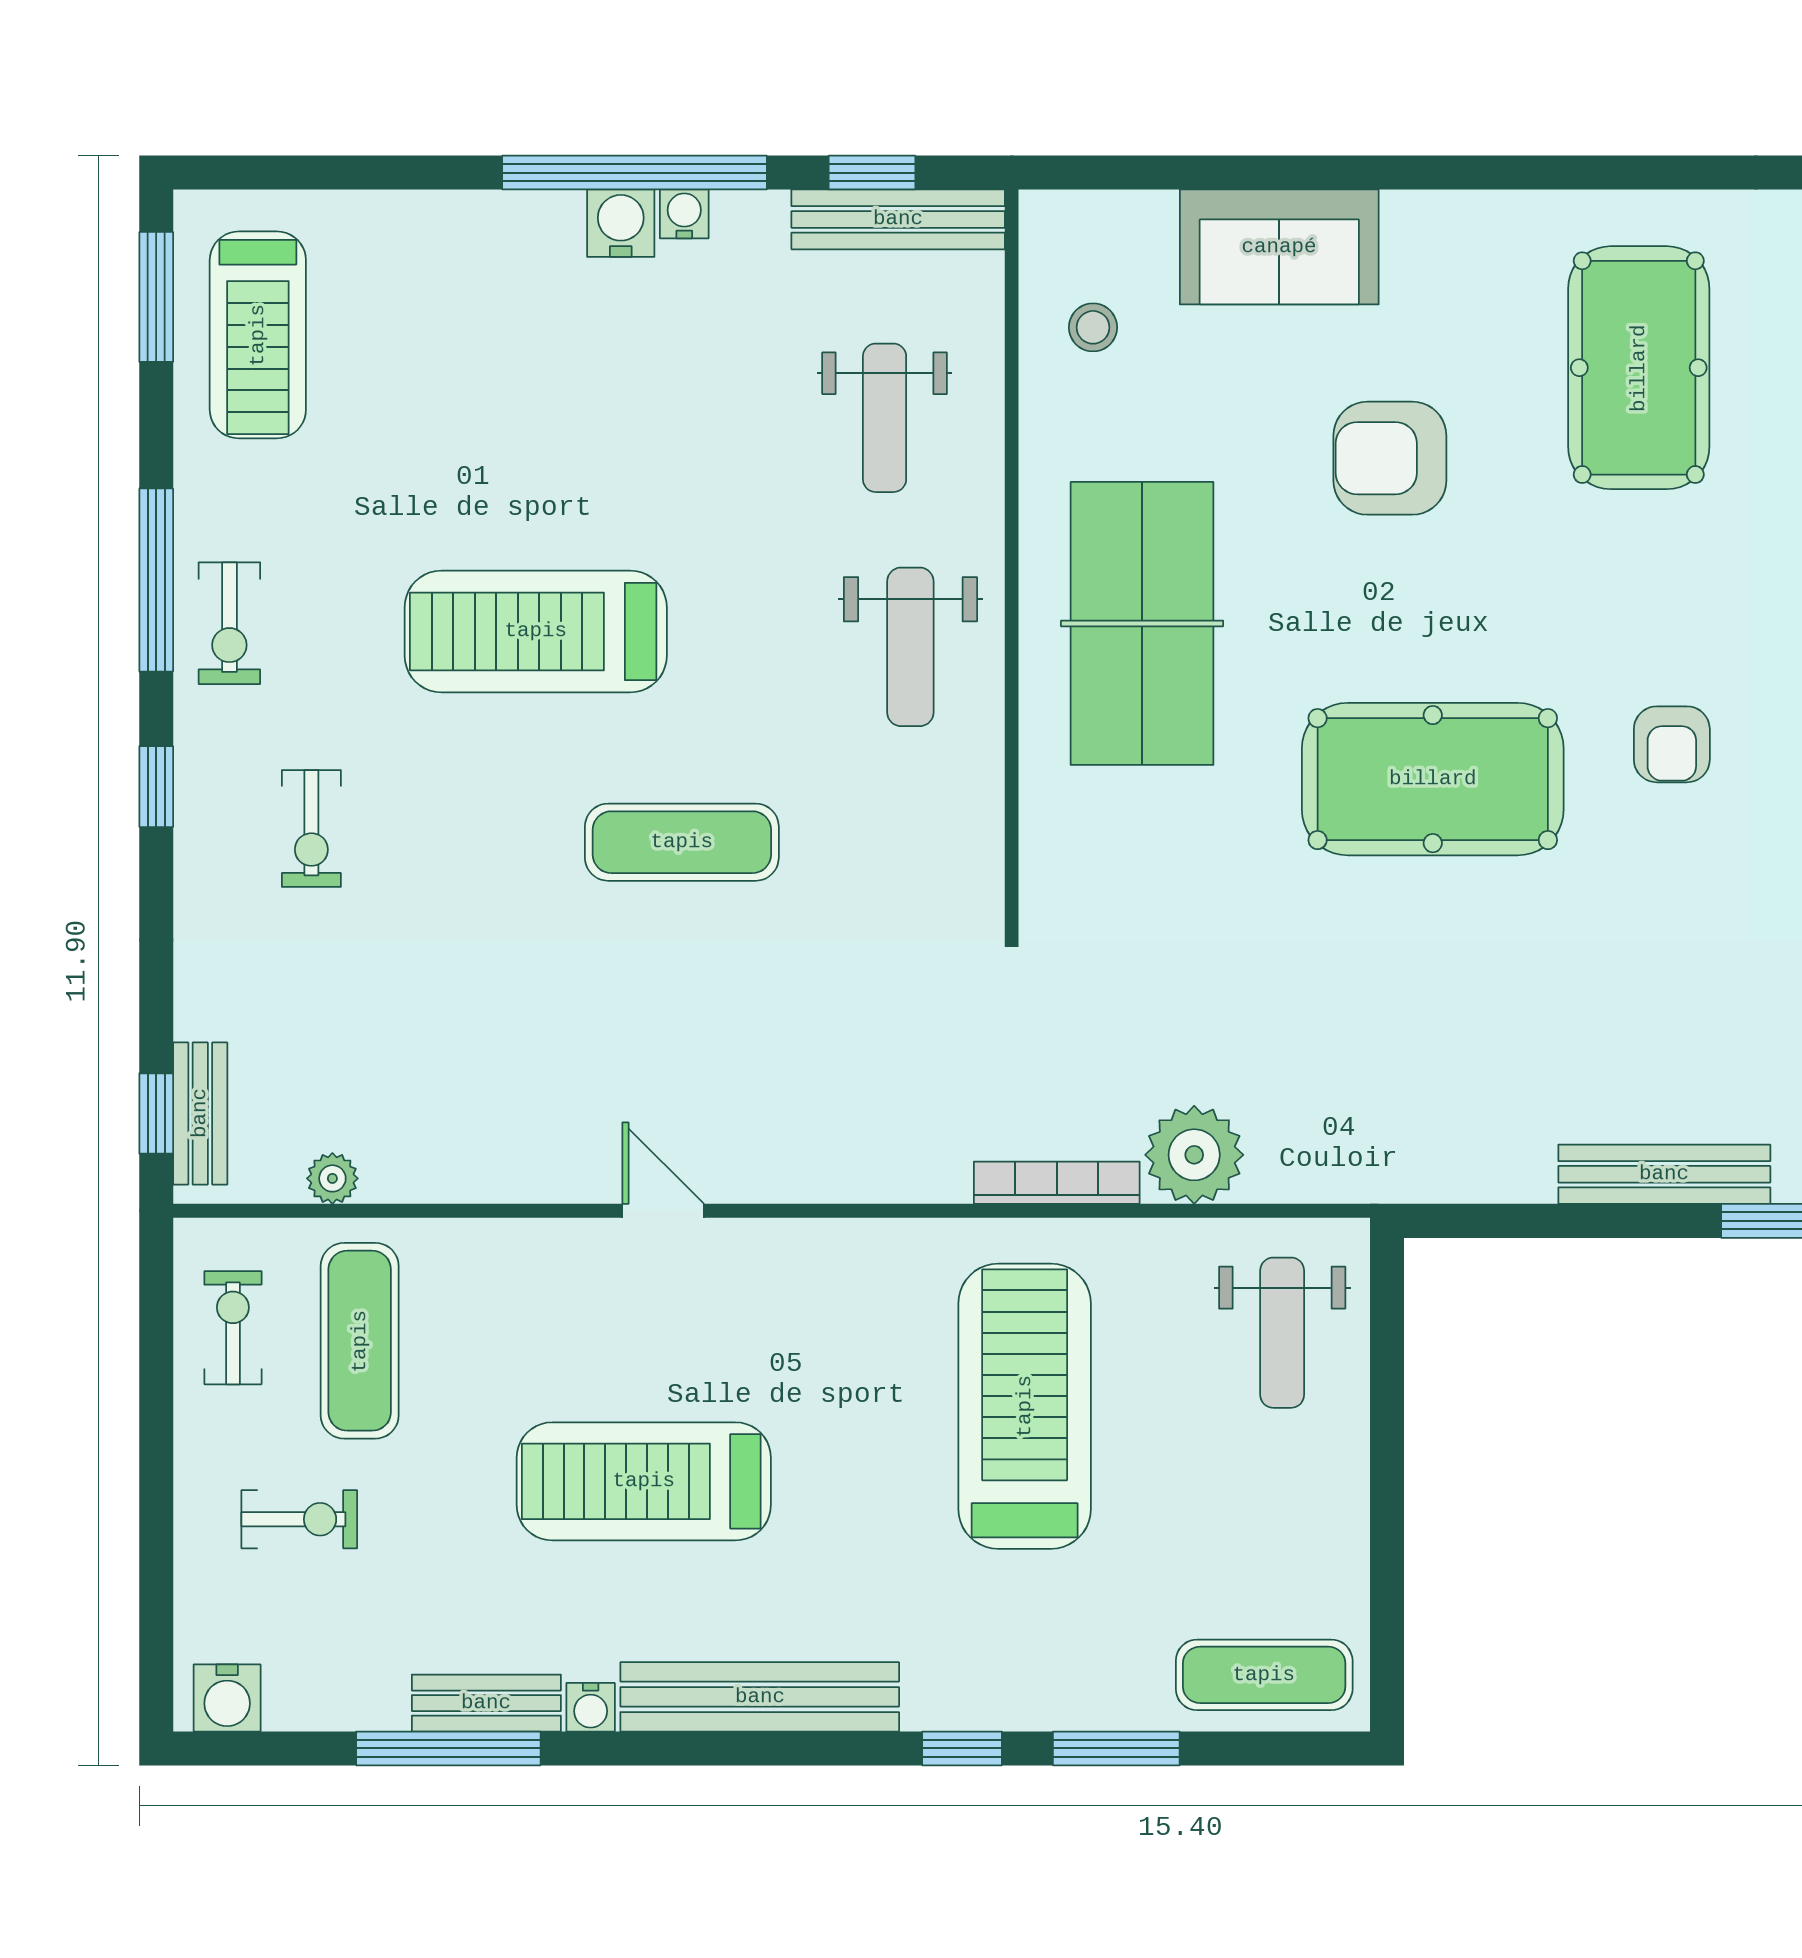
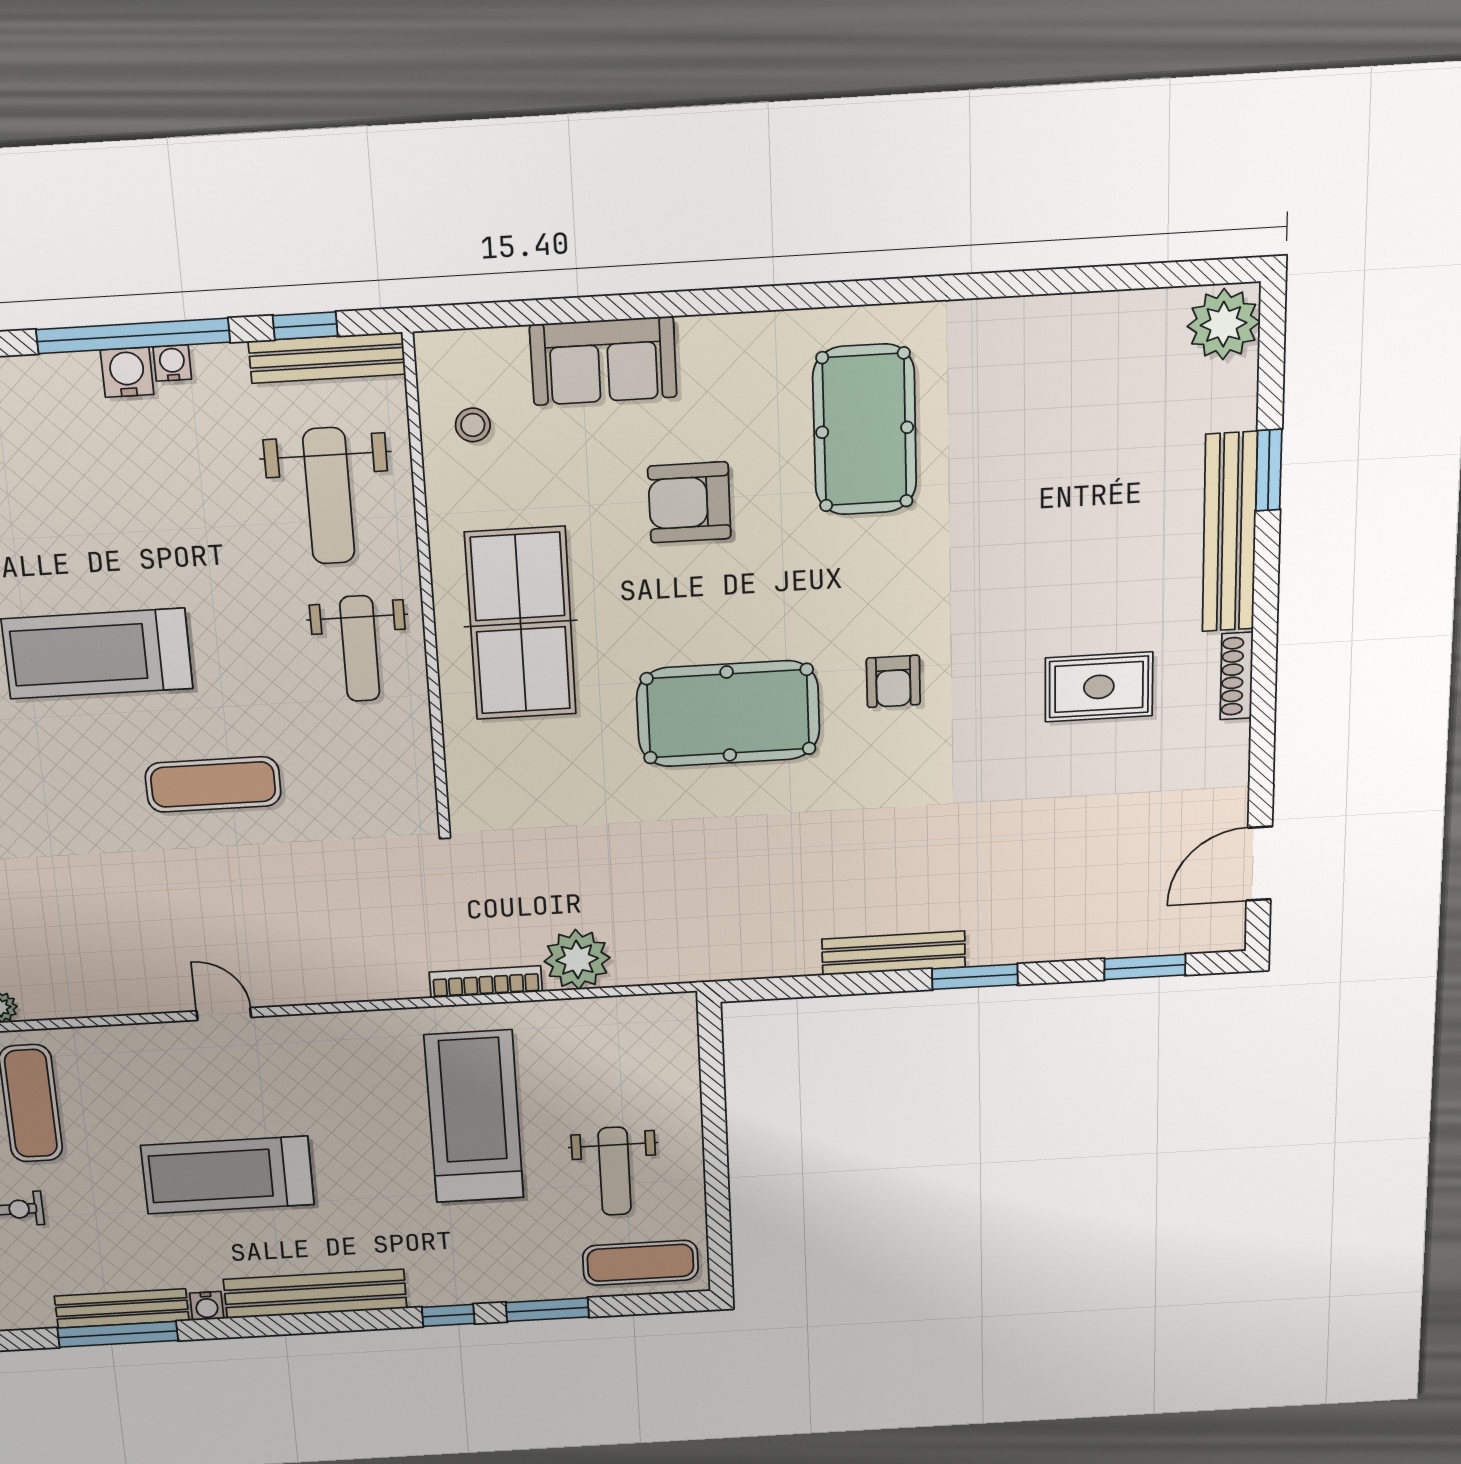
weight bench: (885, 418) -> (329, 496), width x1.36, depth x1.33
weight bench: (1282, 1333) -> (615, 1171), moved
bench: (486, 1703) -> (122, 1308), width x1.36

